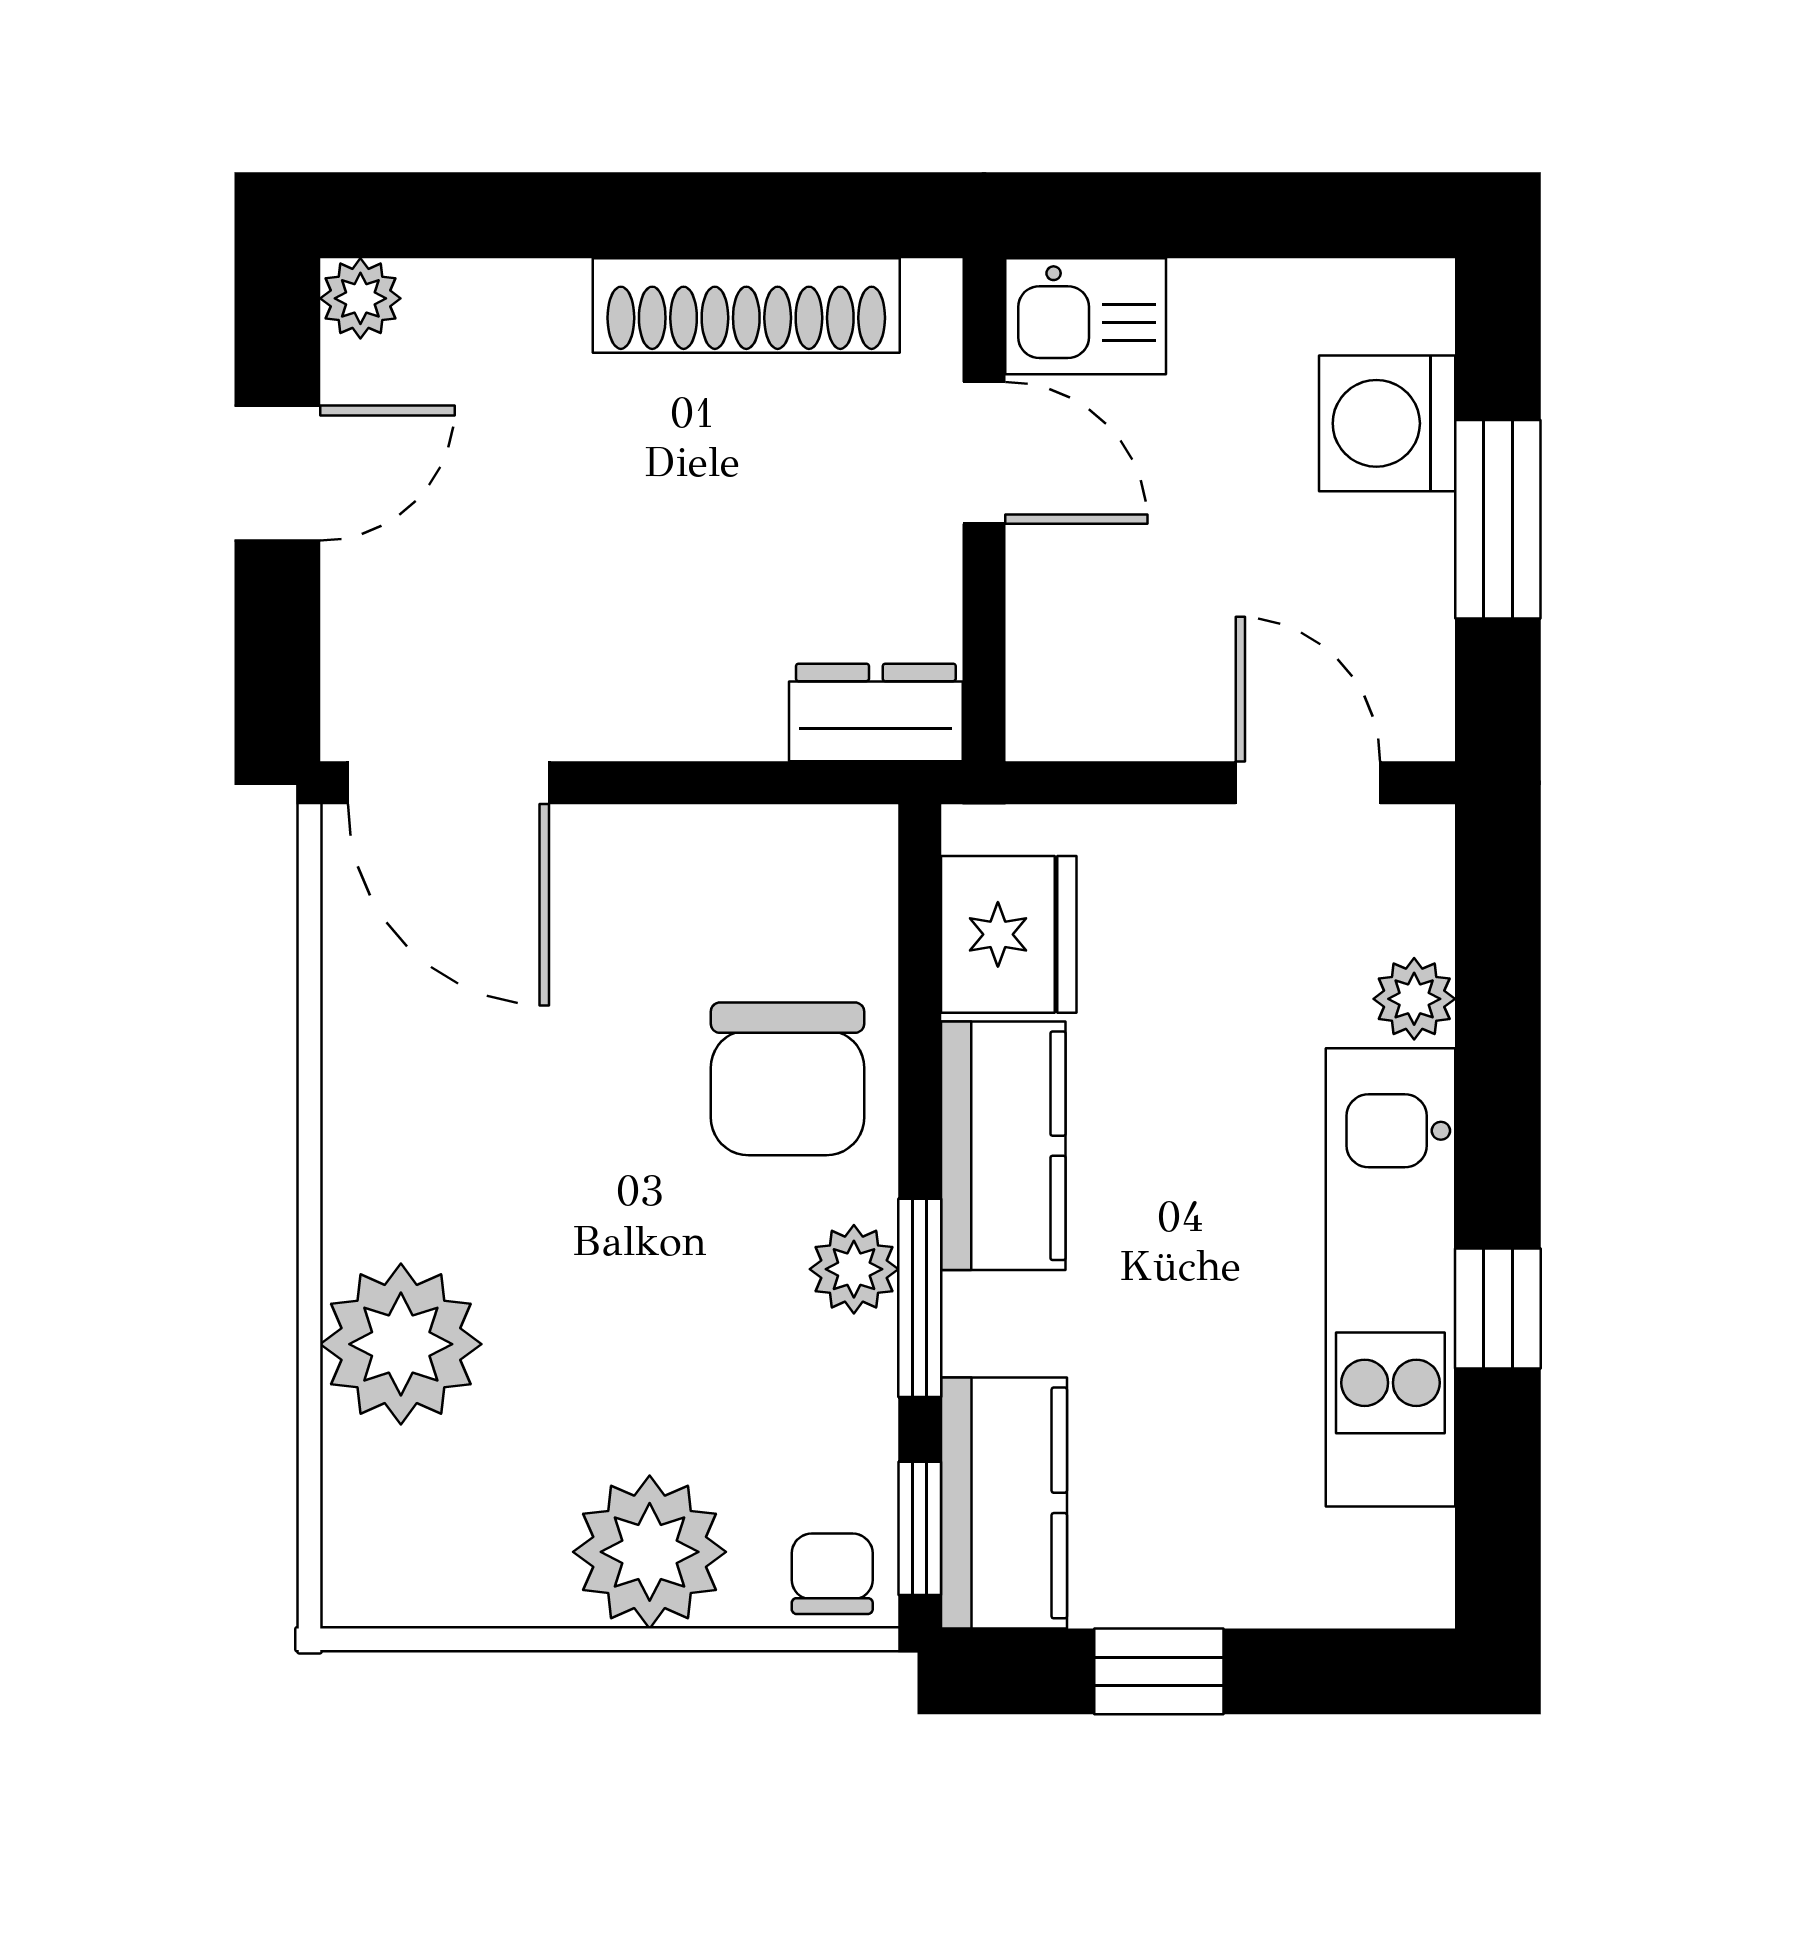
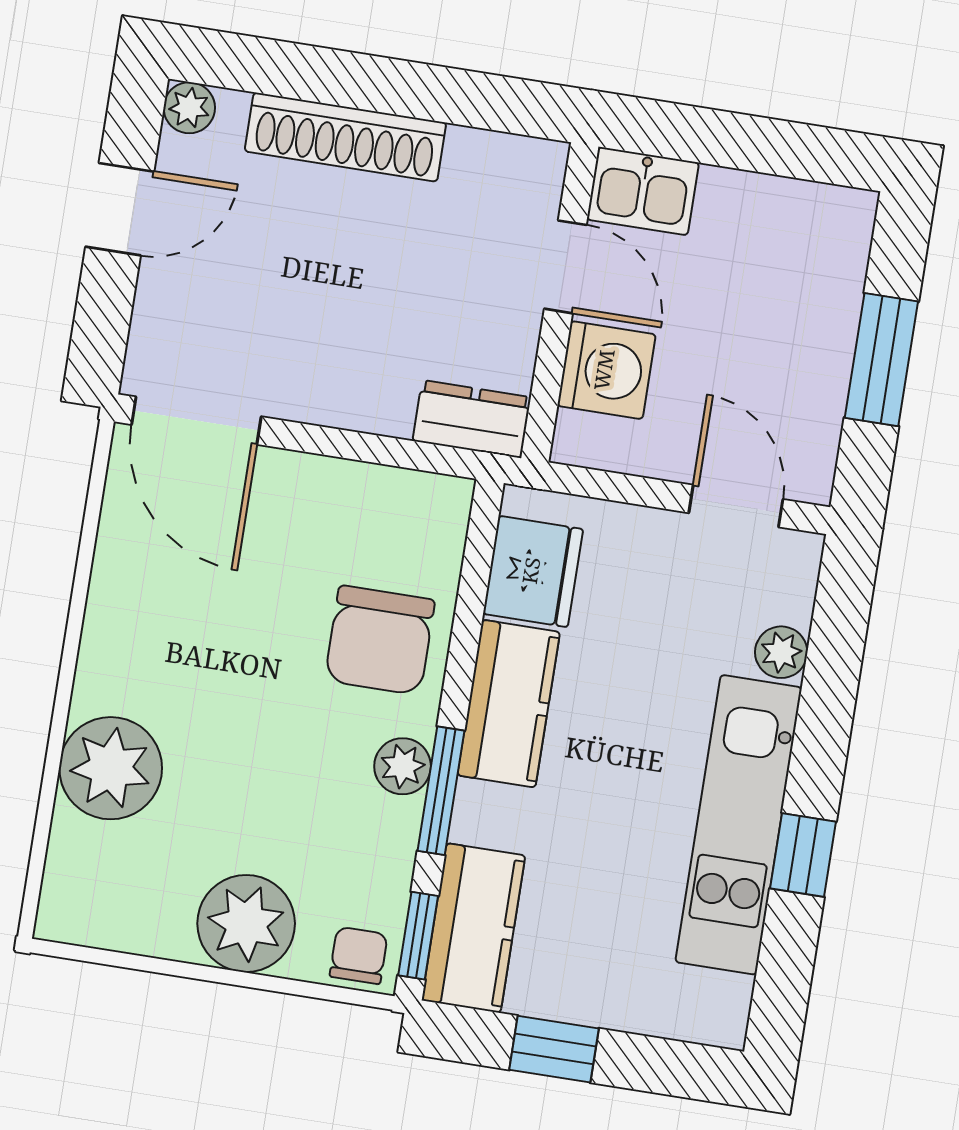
shoe rack: (746, 305) -> (345, 137), moved
washing machine: (1387, 423) -> (606, 370), moved, turned 180

